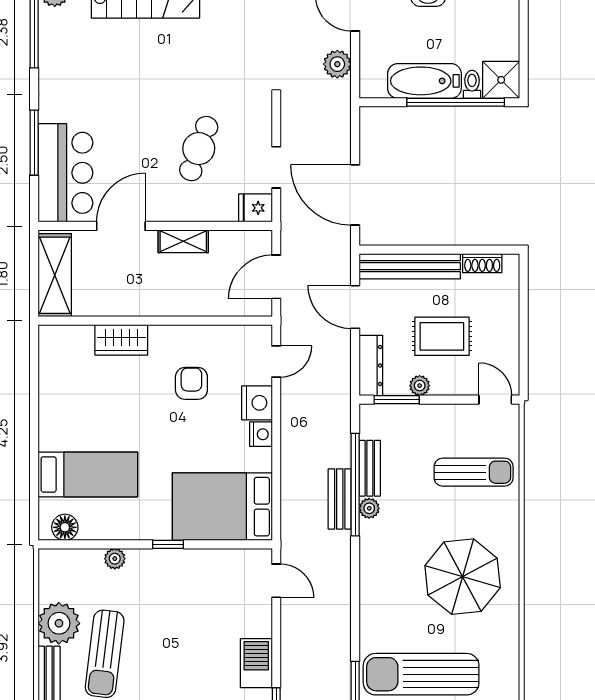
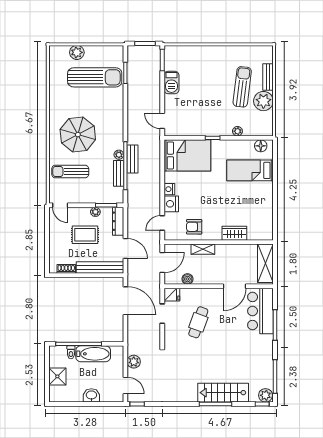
shower: (501, 80) -> (57, 376), moved
shelving: (183, 241) -> (203, 249), moved
boiler: (222, 242) -> (187, 279), added
armchair: (191, 383) -> (194, 227), moved, turned 90
parasol: (463, 577) -> (78, 135), moved

